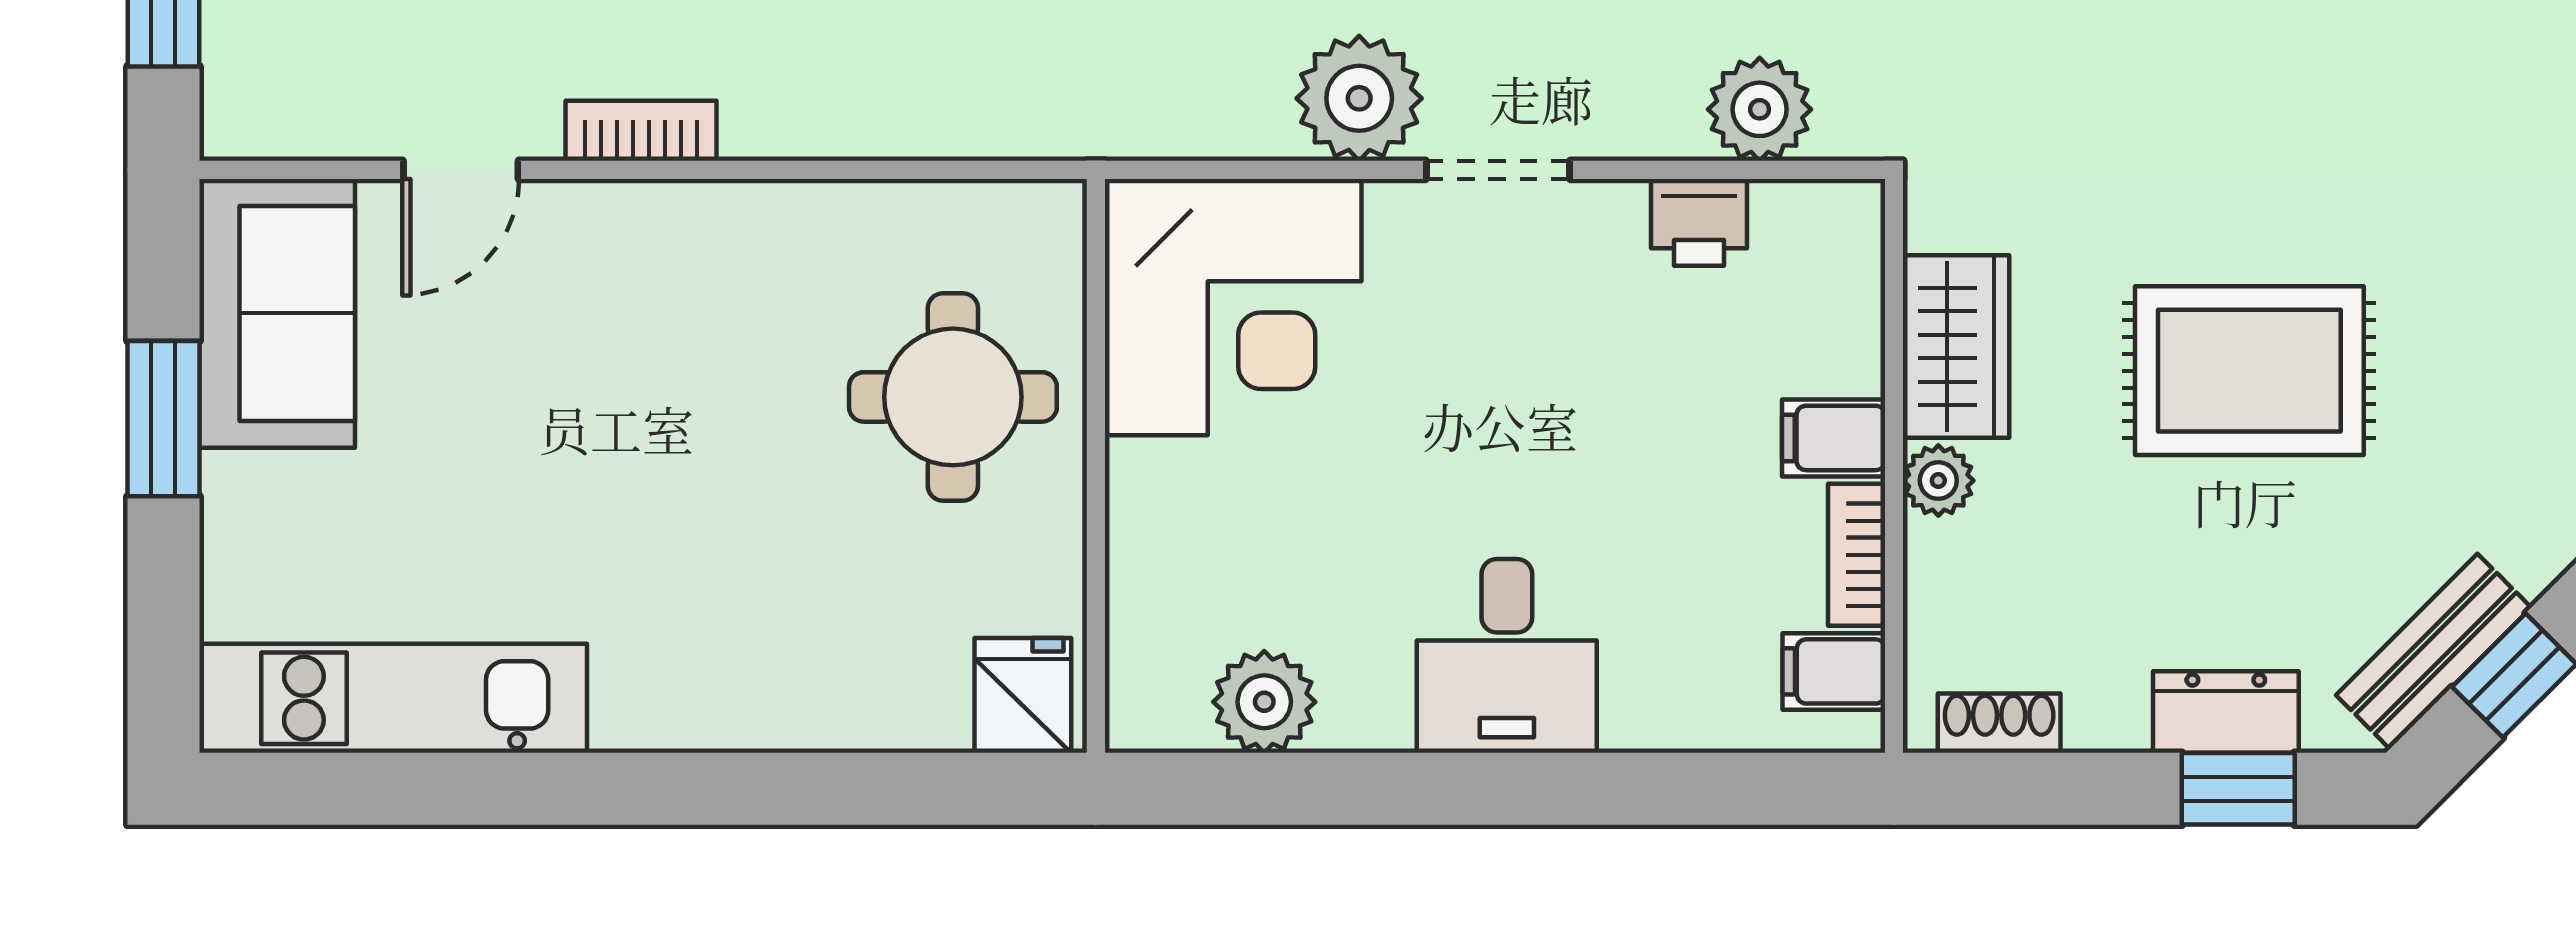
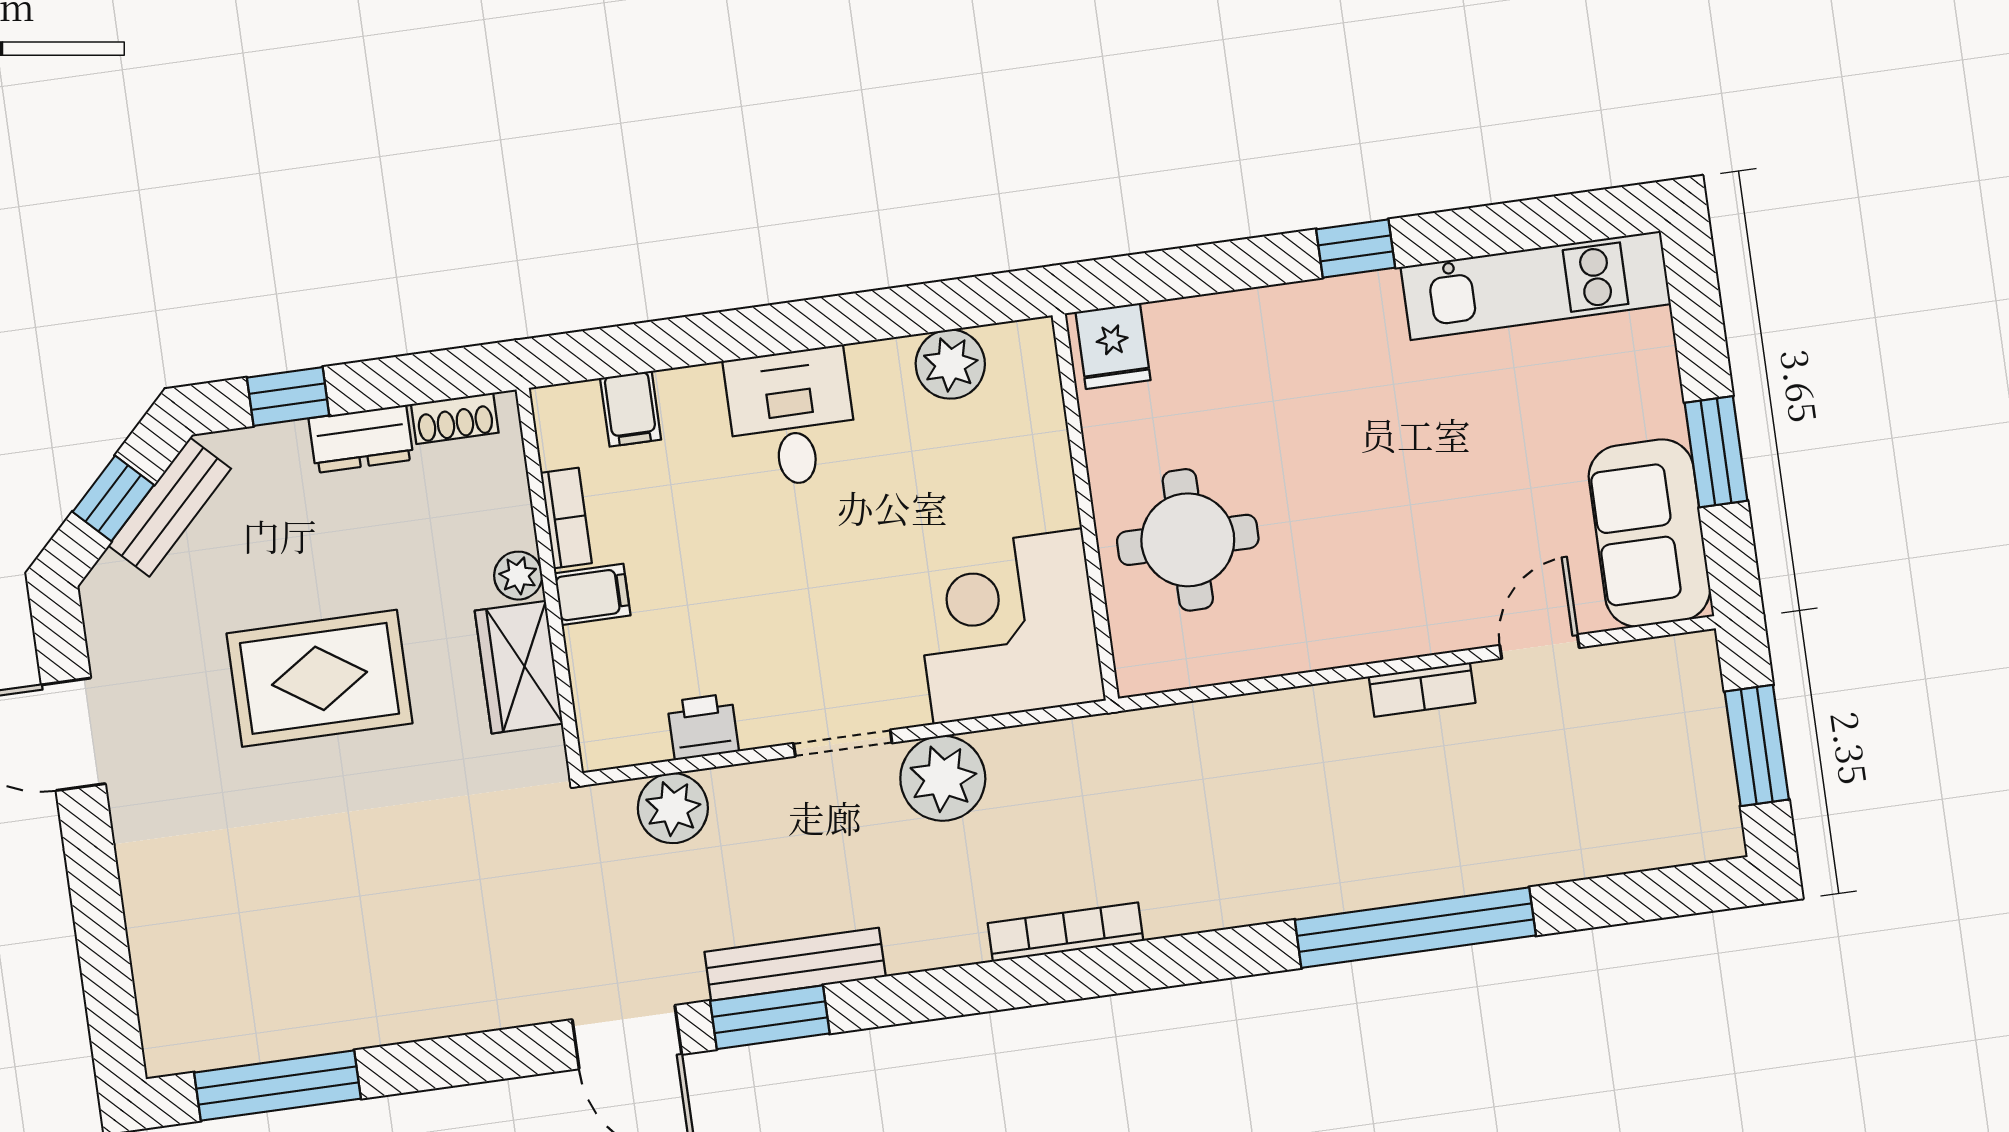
filing cabinet: (1834, 671) -> (631, 409), moved, turned 90
dresser: (2226, 712) -> (361, 439), moved
window: (649, 789) -> (1356, 248), added

